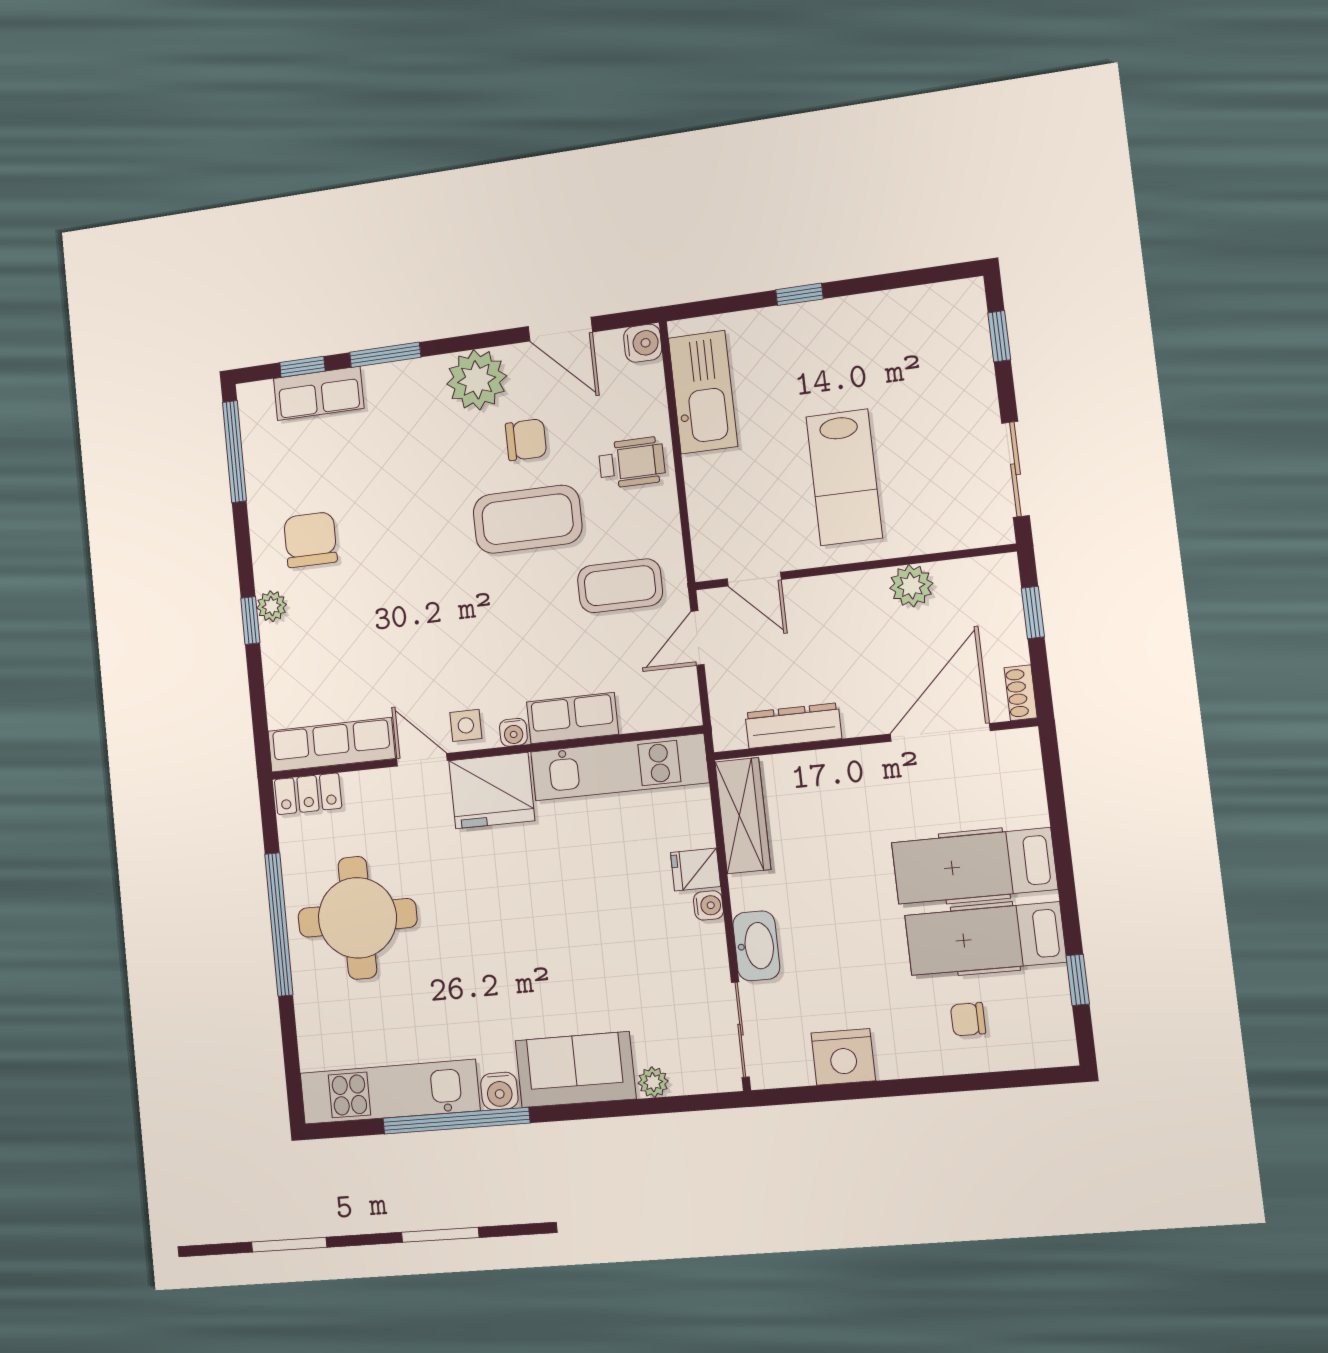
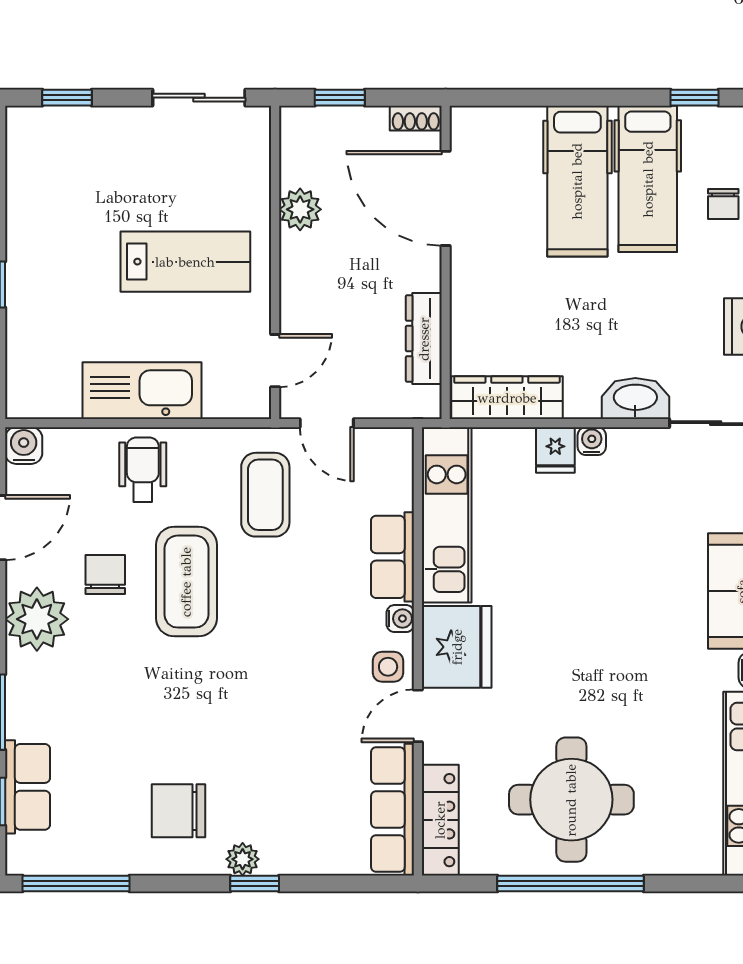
kitchen sink: (703, 392) -> (142, 391), moved
locker: (308, 794) -> (440, 820), width x1.53

